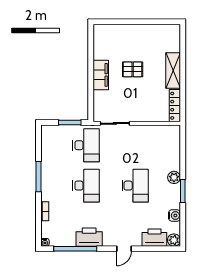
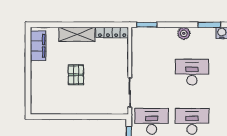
filing cabinet: (101, 75) -> (38, 46), moved, turned 90
window: (183, 141) -> (147, 25), added
window: (183, 191) -> (209, 25), moved

